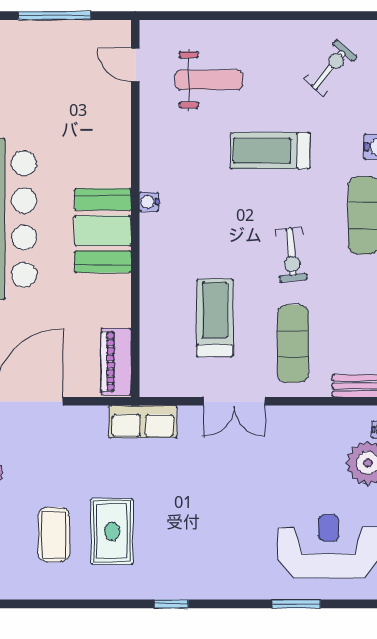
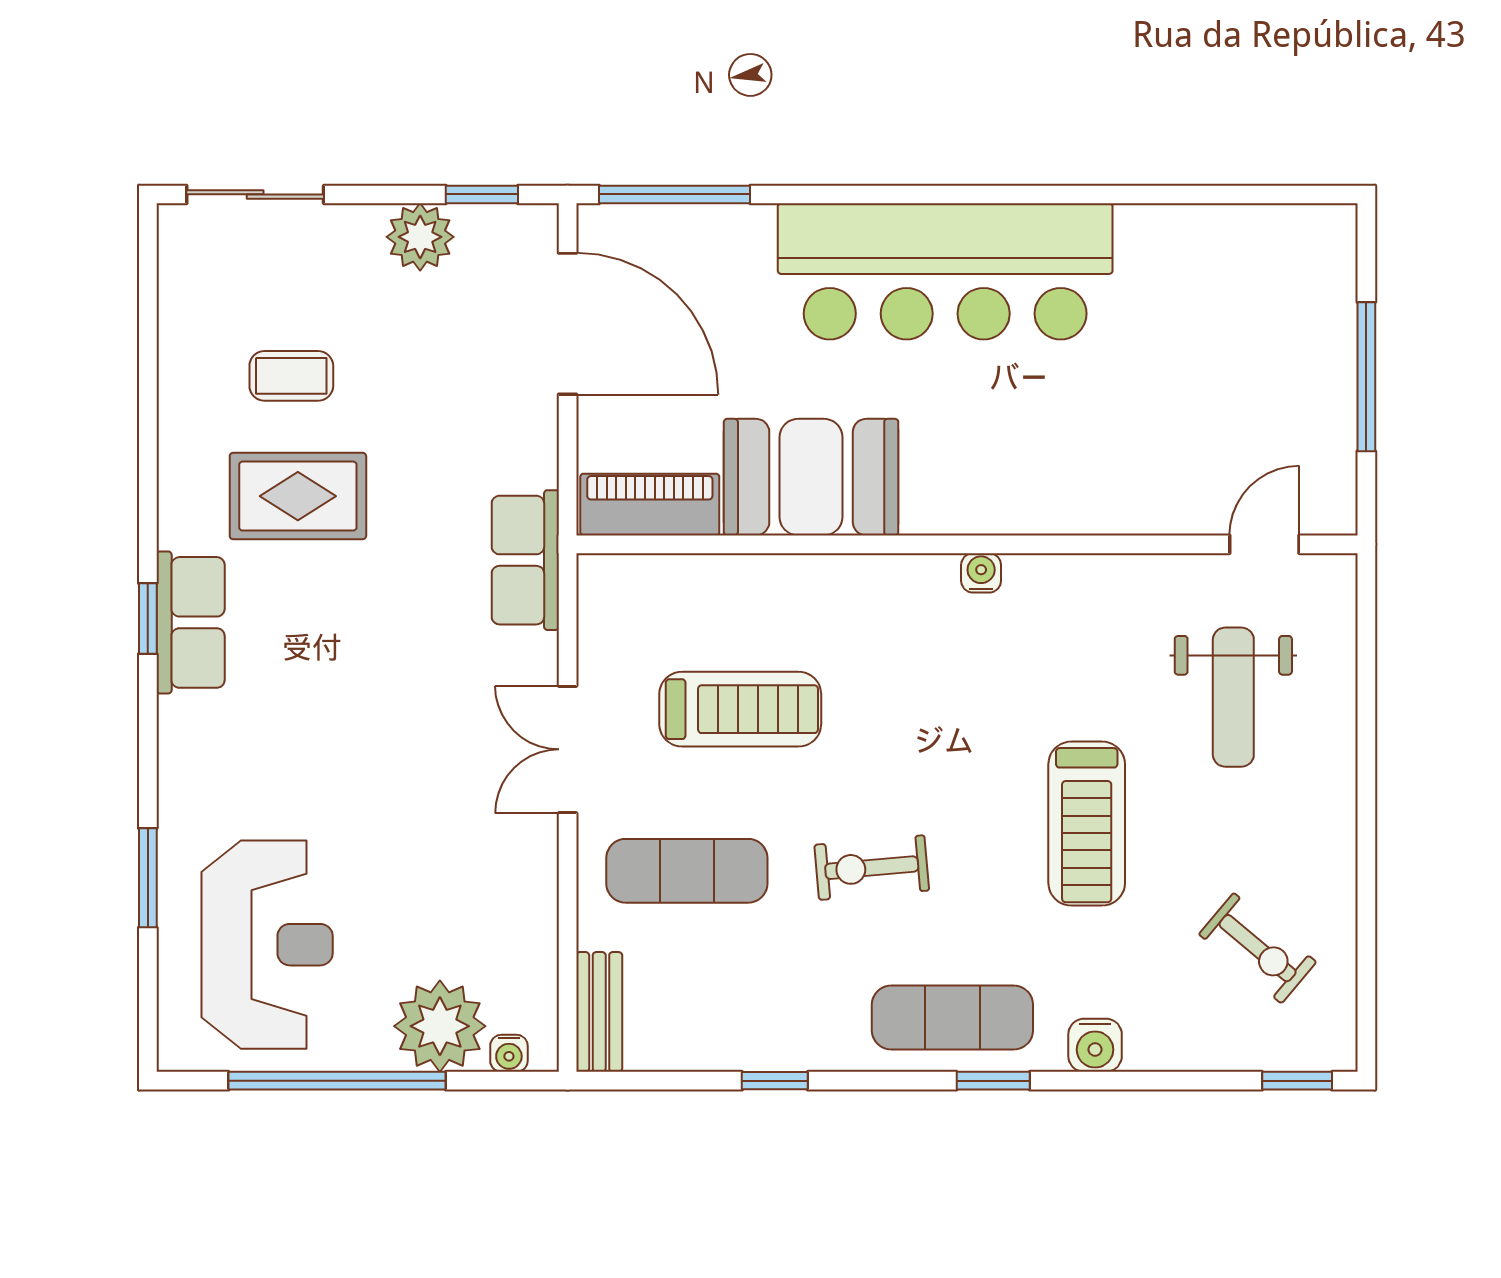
treadmill: (270, 151) -> (1087, 824), turned 180
booth: (103, 231) -> (811, 477), moved
coffee table: (54, 535) -> (291, 376), width x0.73, depth x0.77
row of seats: (173, 583) -> (191, 622), added

